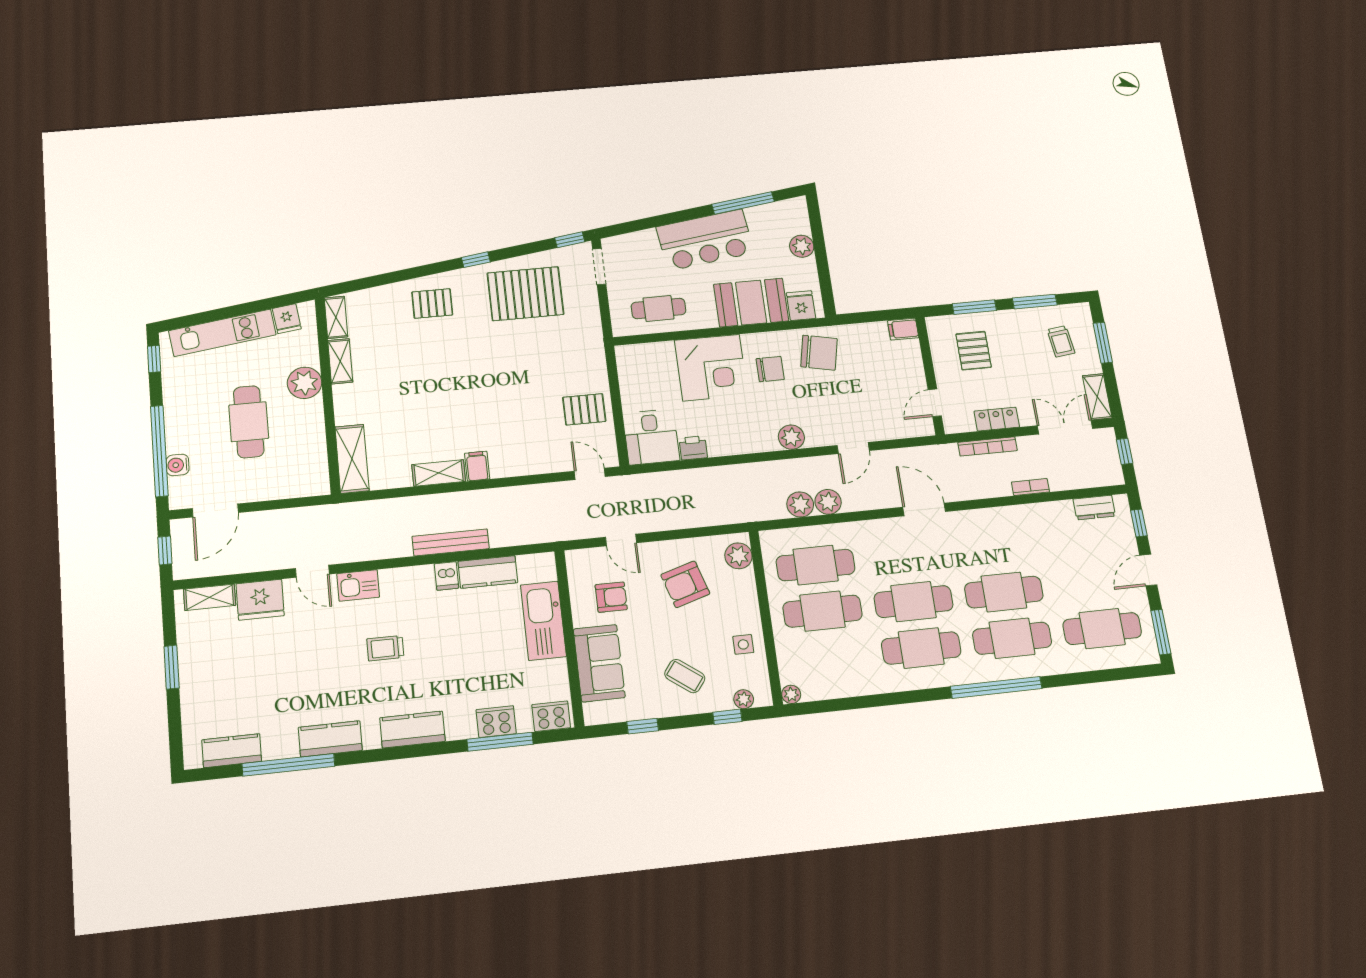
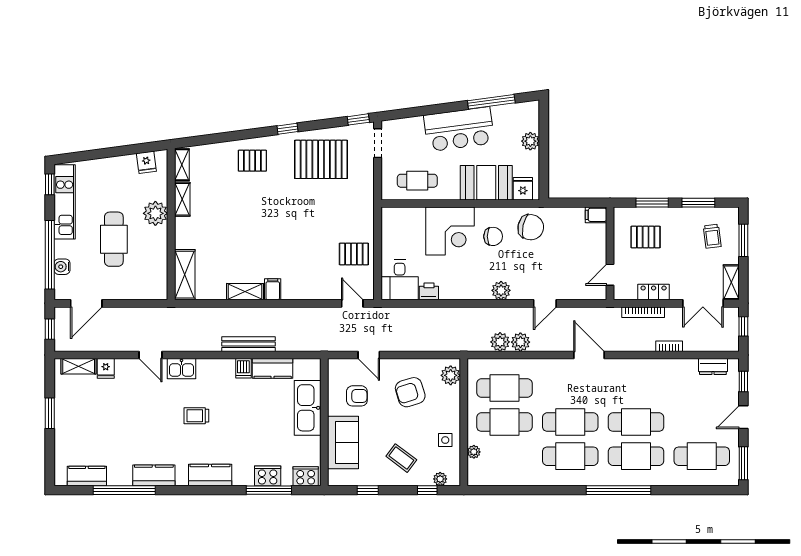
kitchen unit: (222, 333) -> (65, 202), moved, turned -82
pallet: (974, 351) -> (646, 237), turned 90
double door: (1065, 427) -> (703, 303), swing flipped
fridge: (260, 600) -> (106, 368), width x0.53, depth x0.75
plant: (791, 694) -> (474, 452), moved

